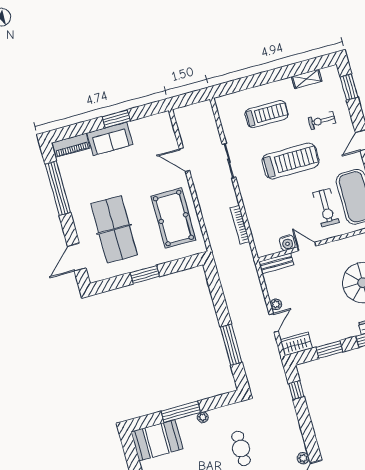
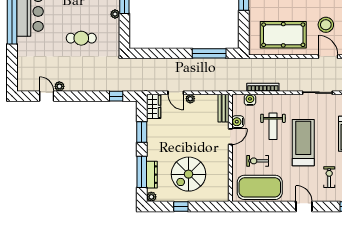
door: (184, 160) -> (328, 57), hinge flipped
treadmill: (291, 161) -> (303, 143), turned 180
stool: (149, 172) -> (326, 25), added
weight bench: (281, 201) -> (273, 126), added
exercise bike: (326, 208) -> (258, 161), width x0.73, depth x0.72
water cooler: (258, 236) -> (250, 100), added
window: (231, 345) -> (209, 53), moved

